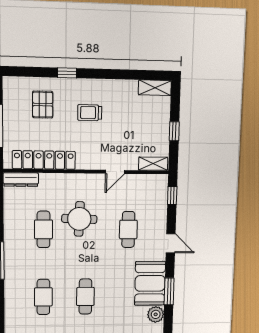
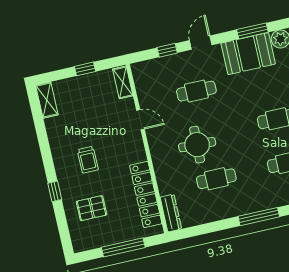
window: (172, 195) -> (167, 50), moved

